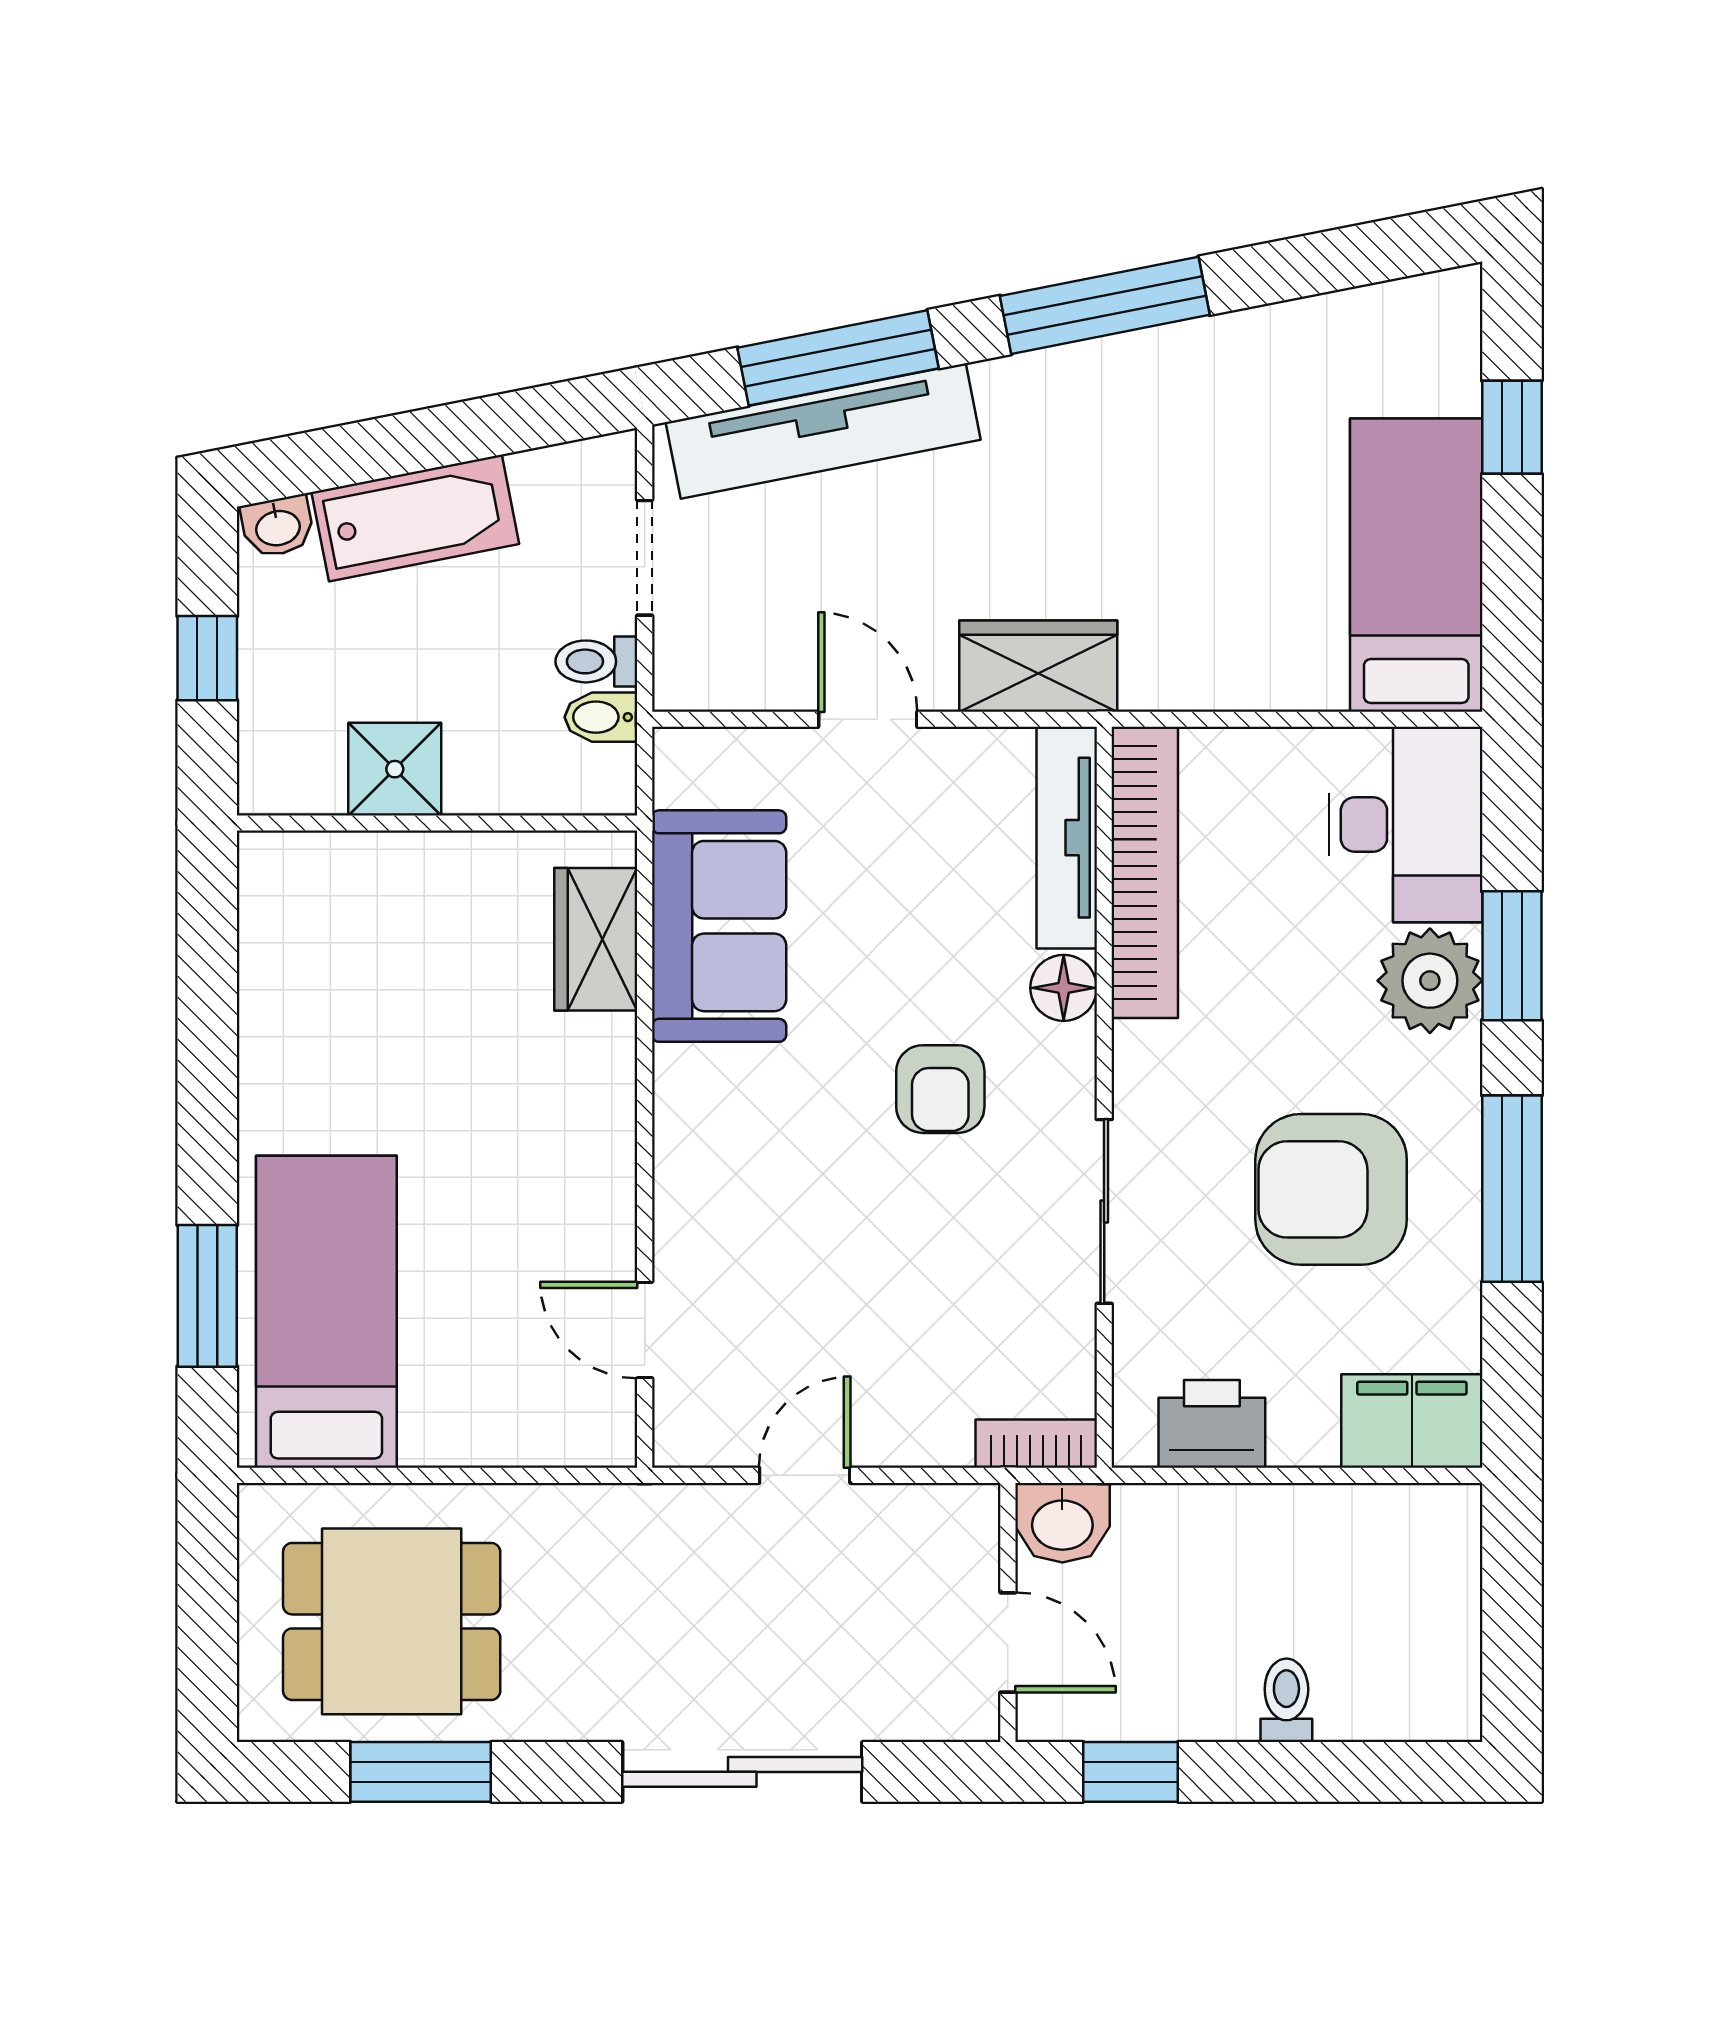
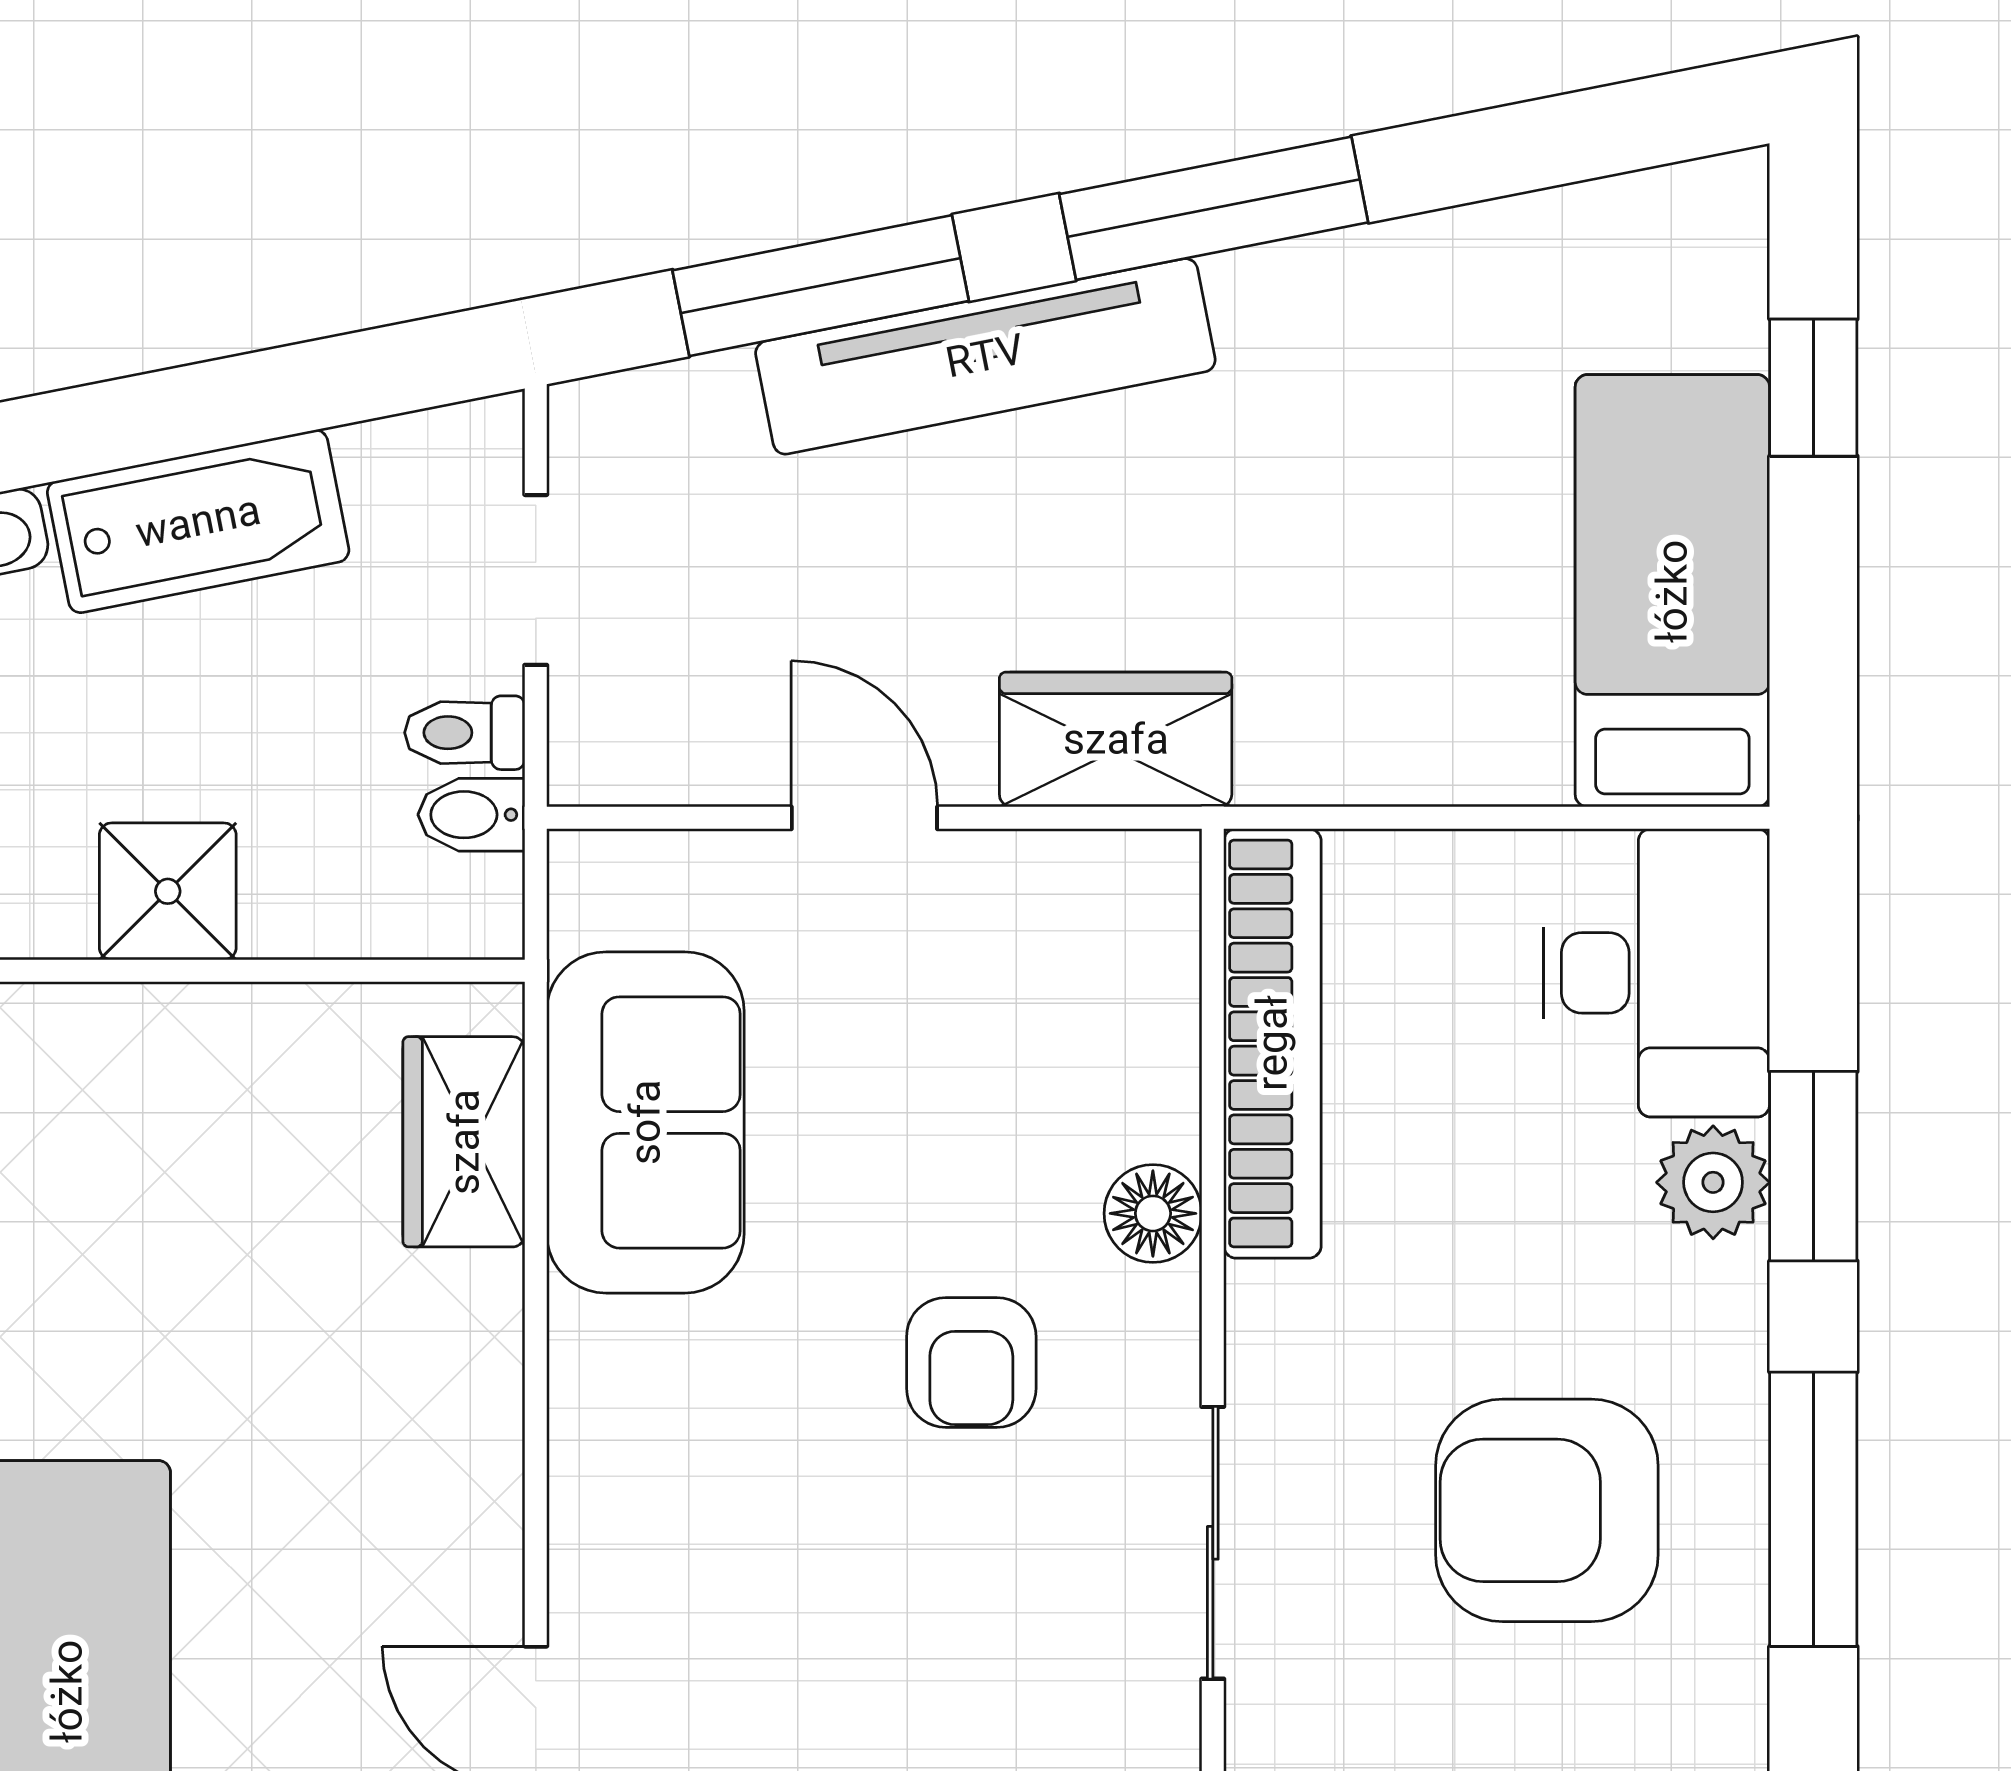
tv unit: (823, 431) -> (985, 356), moved
tv unit: (1067, 838) -> (1158, 992), removed
plant: (1430, 981) -> (1713, 1182), width x0.73, depth x0.73

